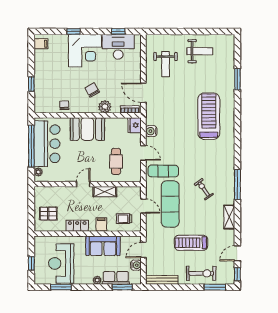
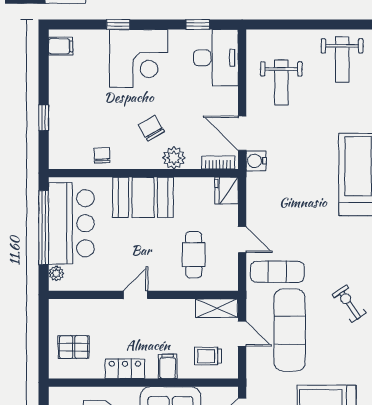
desk: (118, 47) -> (216, 58), moved, turned 90
weight bench: (200, 51) -> (342, 59), turned 90
water cooler: (151, 131) -> (256, 161), moved
shelving: (105, 192) -> (217, 308), moved

